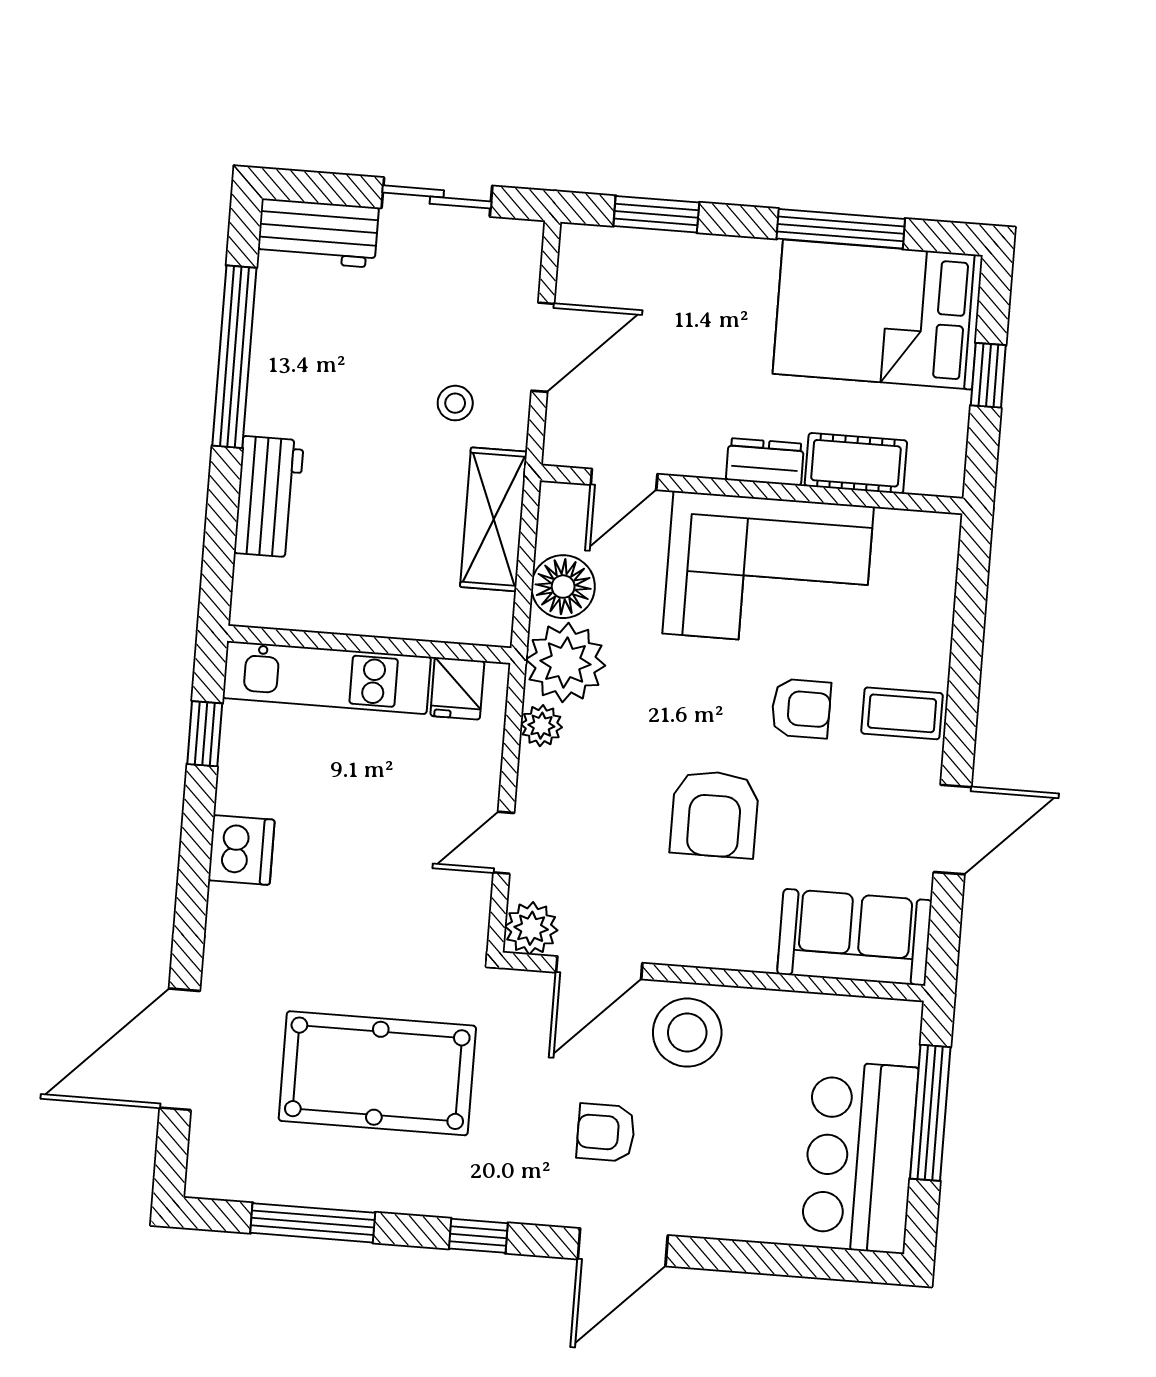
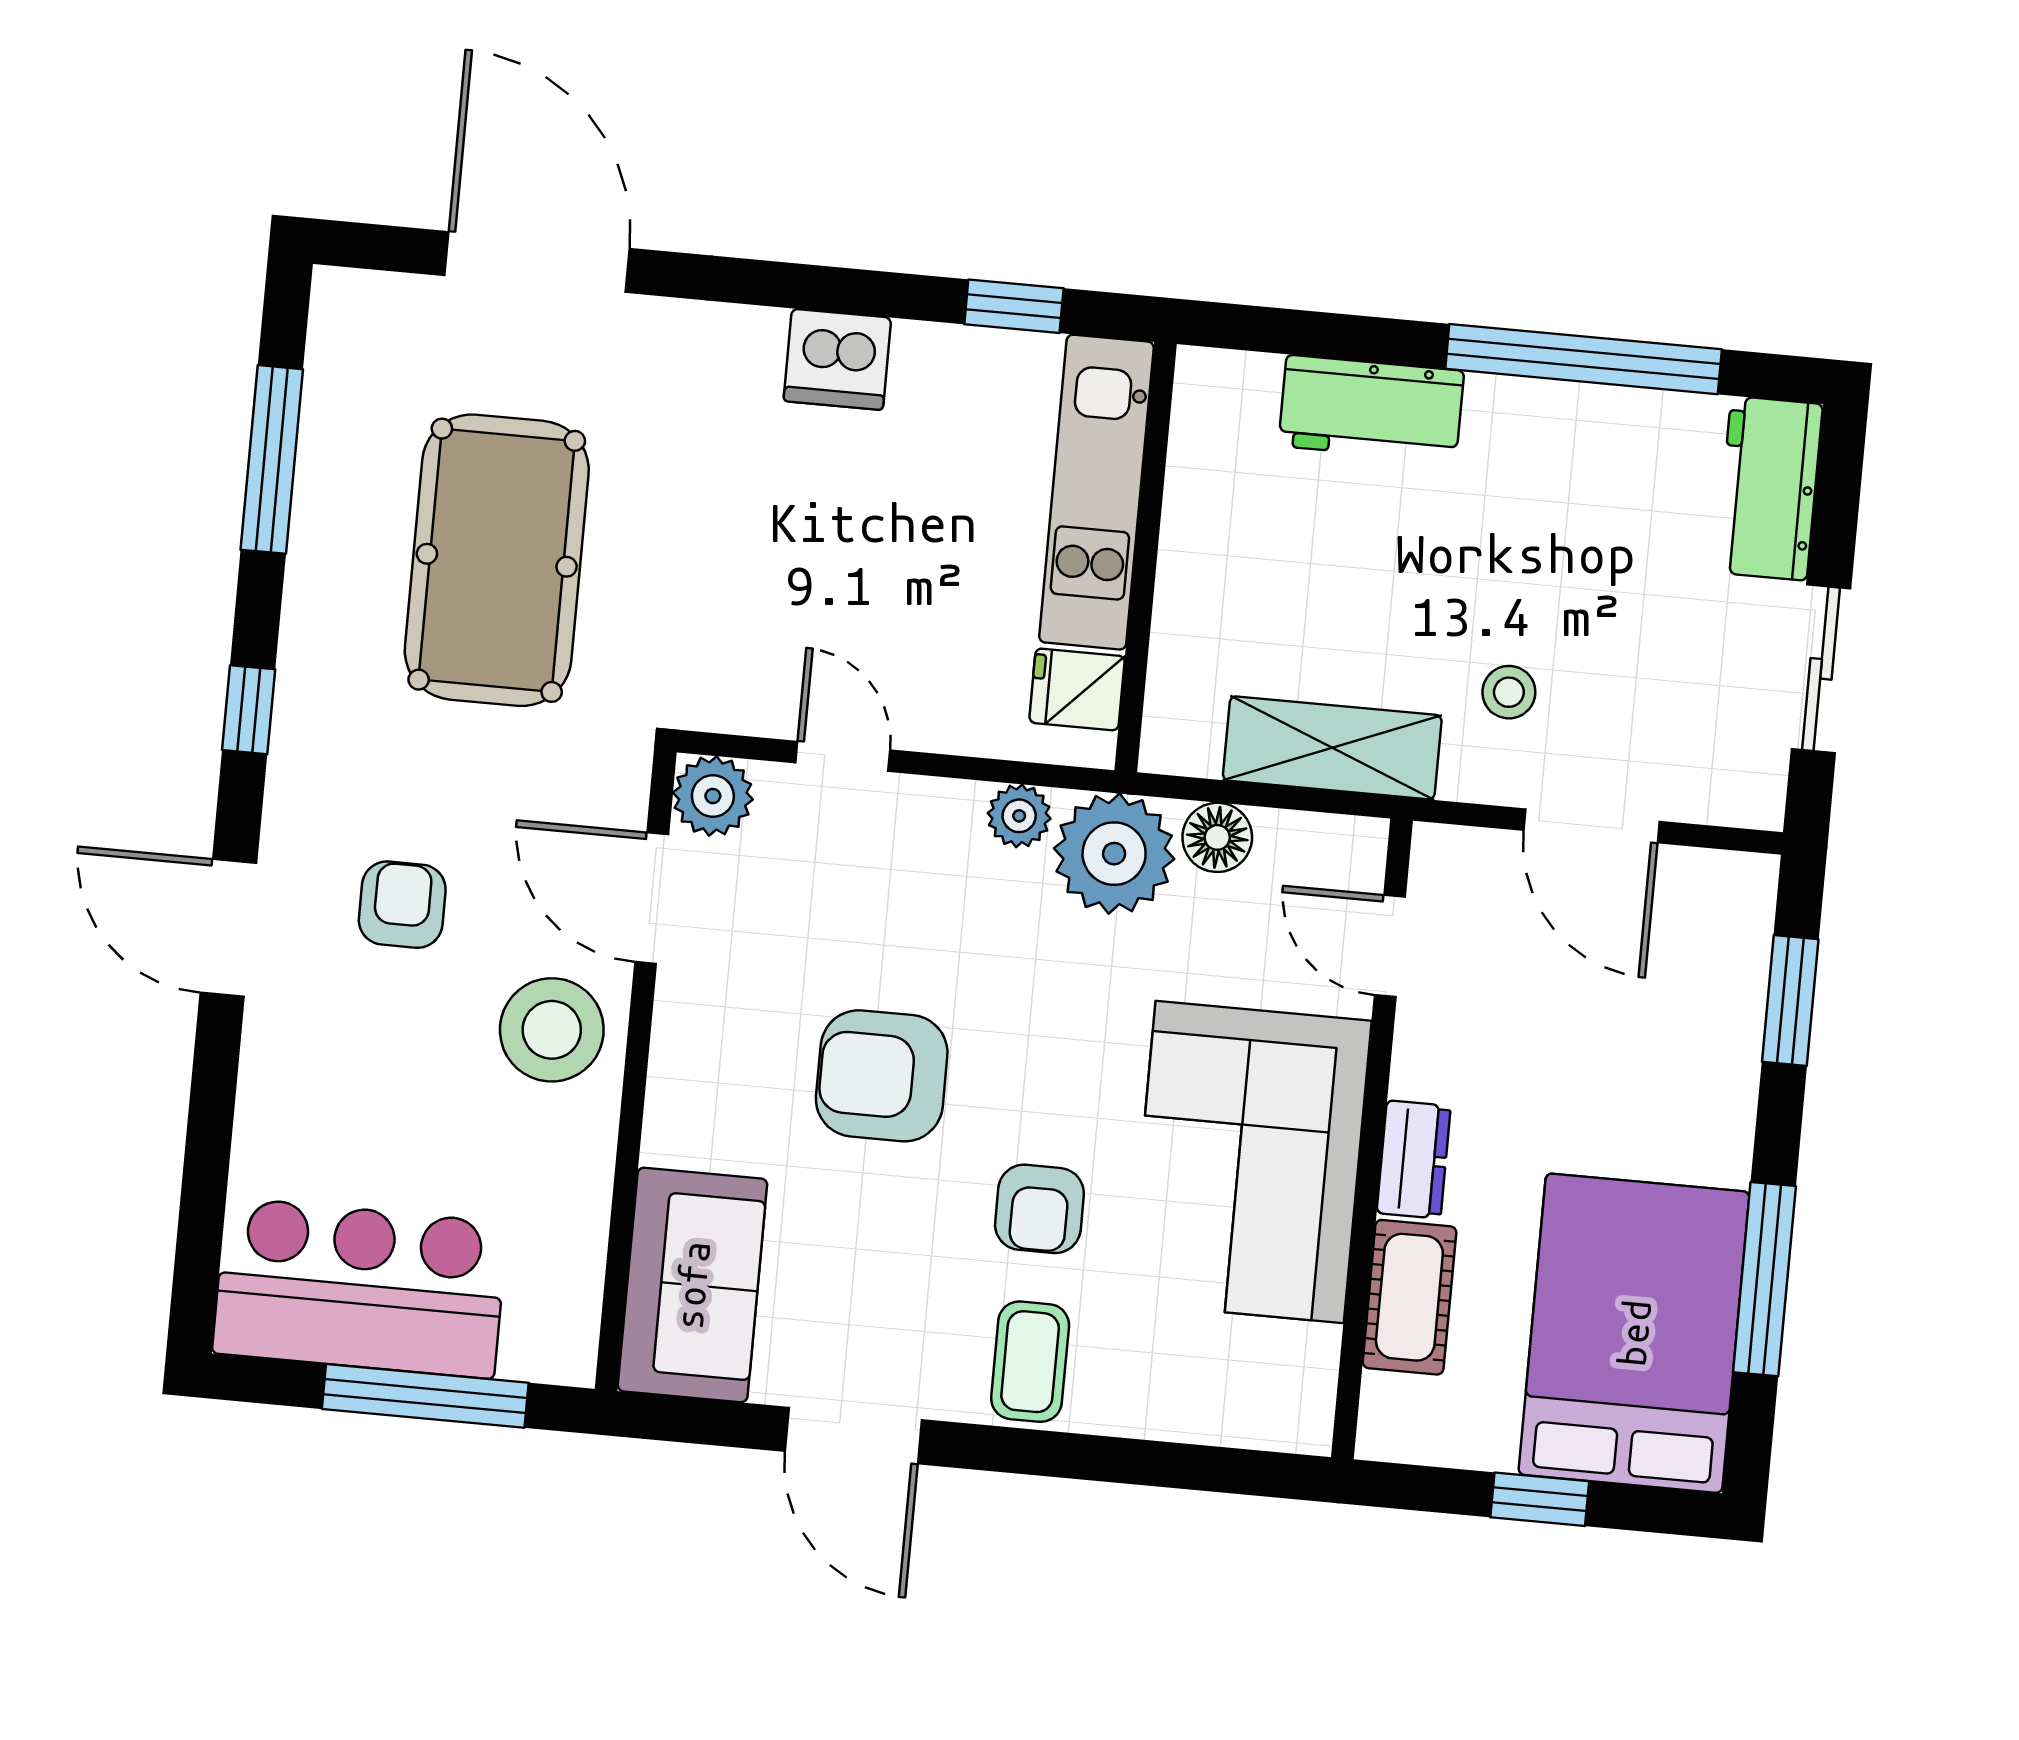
floor lamp: (563, 587) -> (1217, 837), width x0.73, depth x0.73

